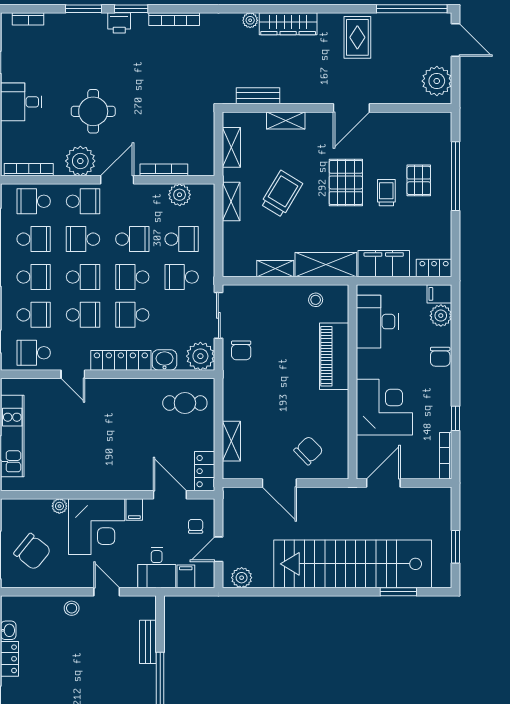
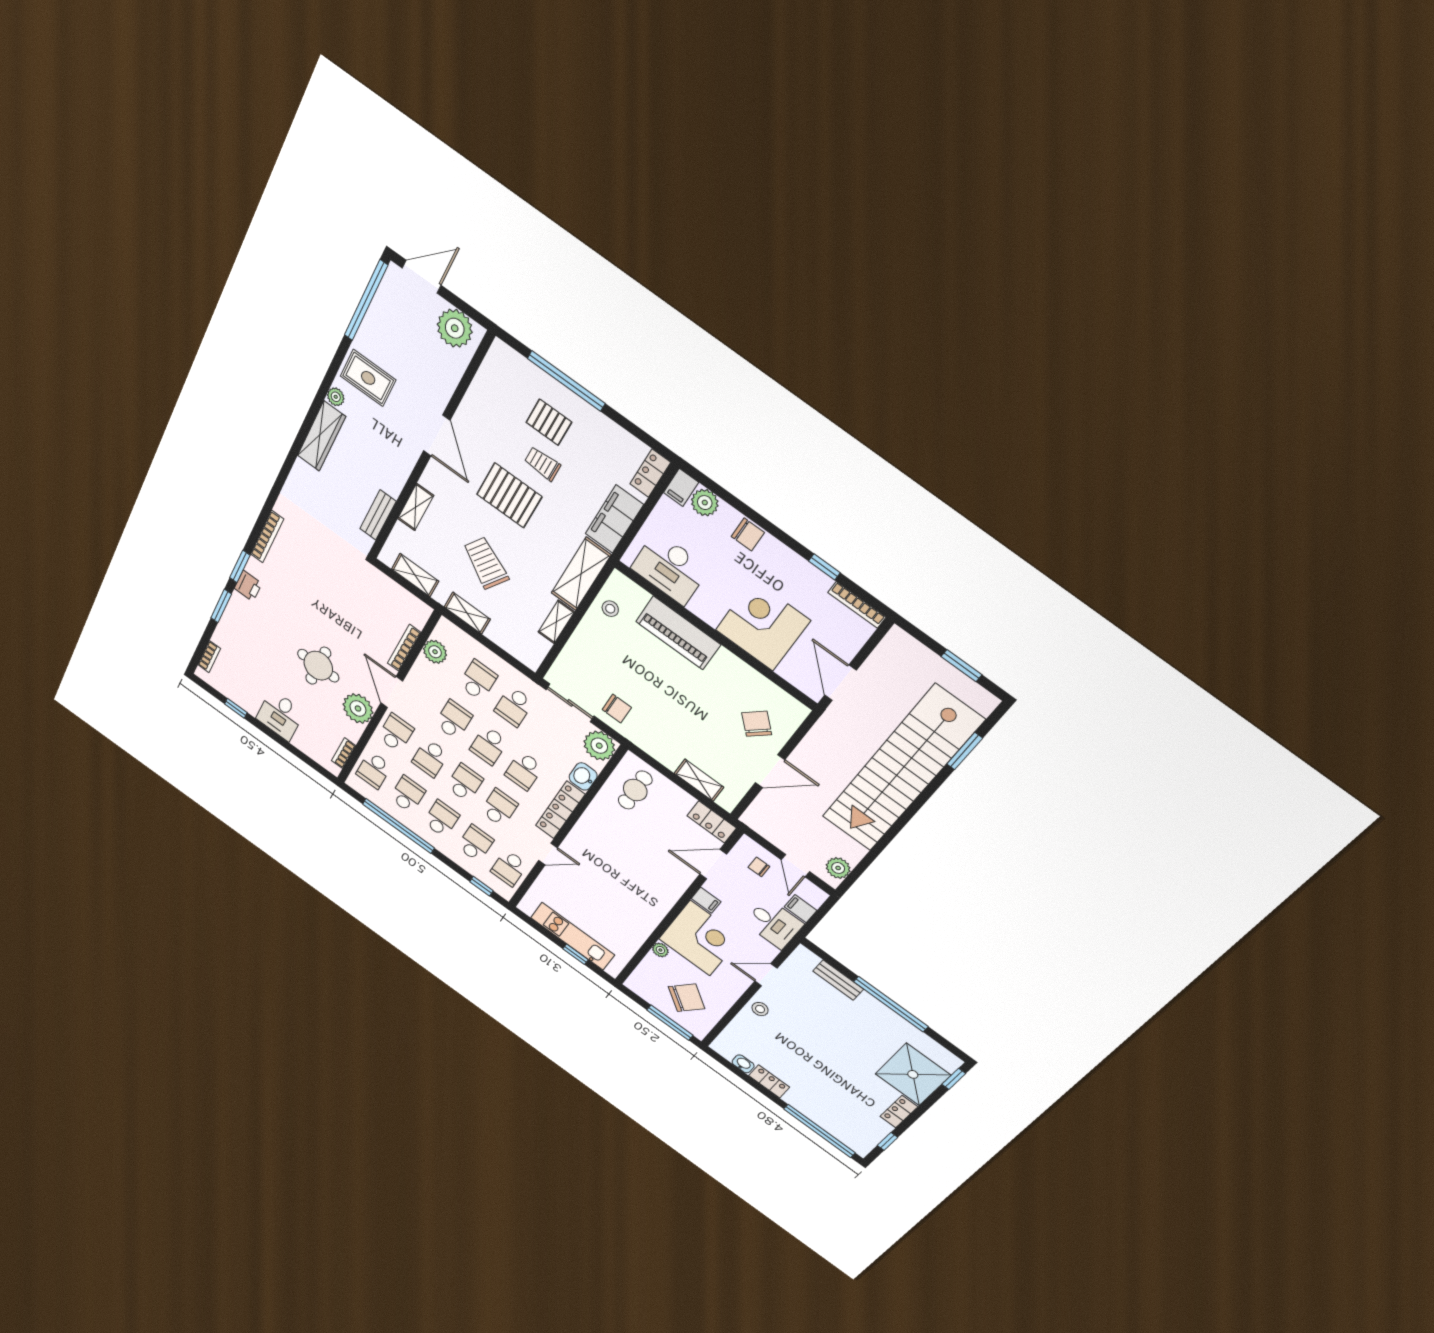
plant: (250, 20) -> (336, 397), moved
bookcase: (29, 170) -> (344, 753), width x0.64

